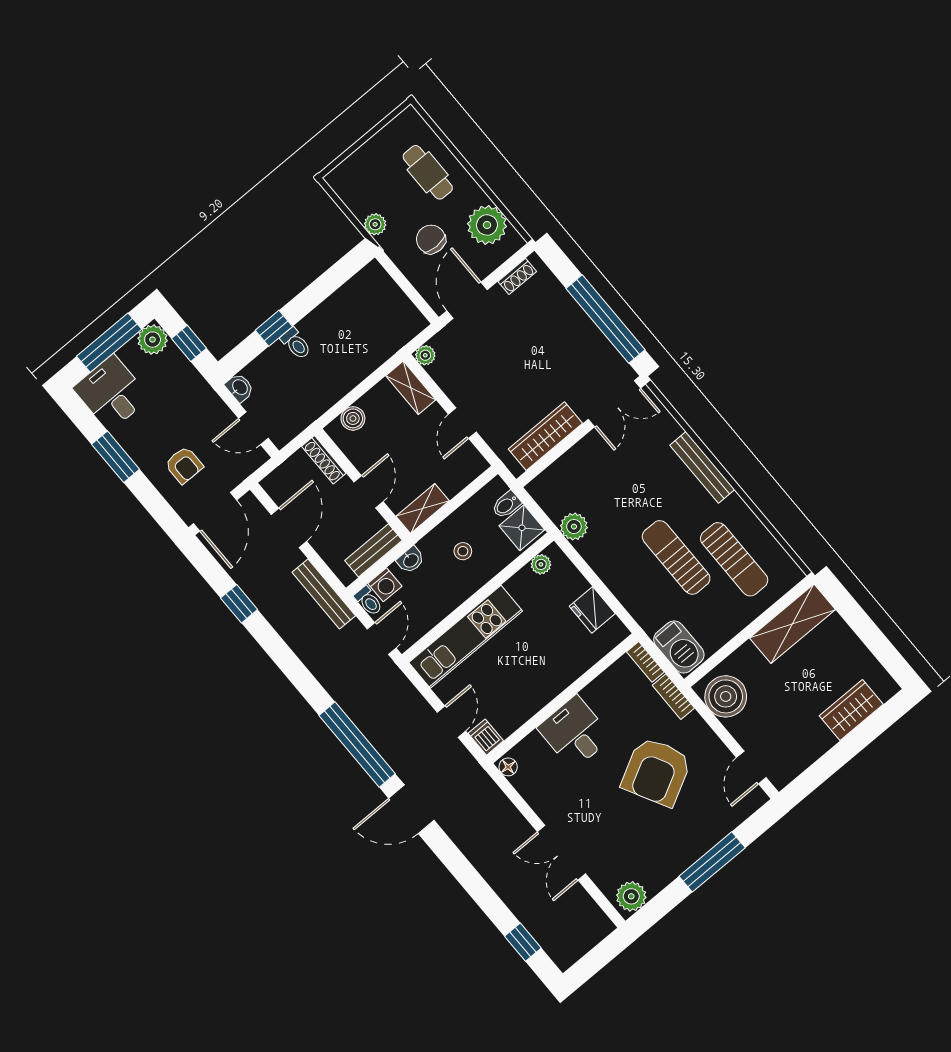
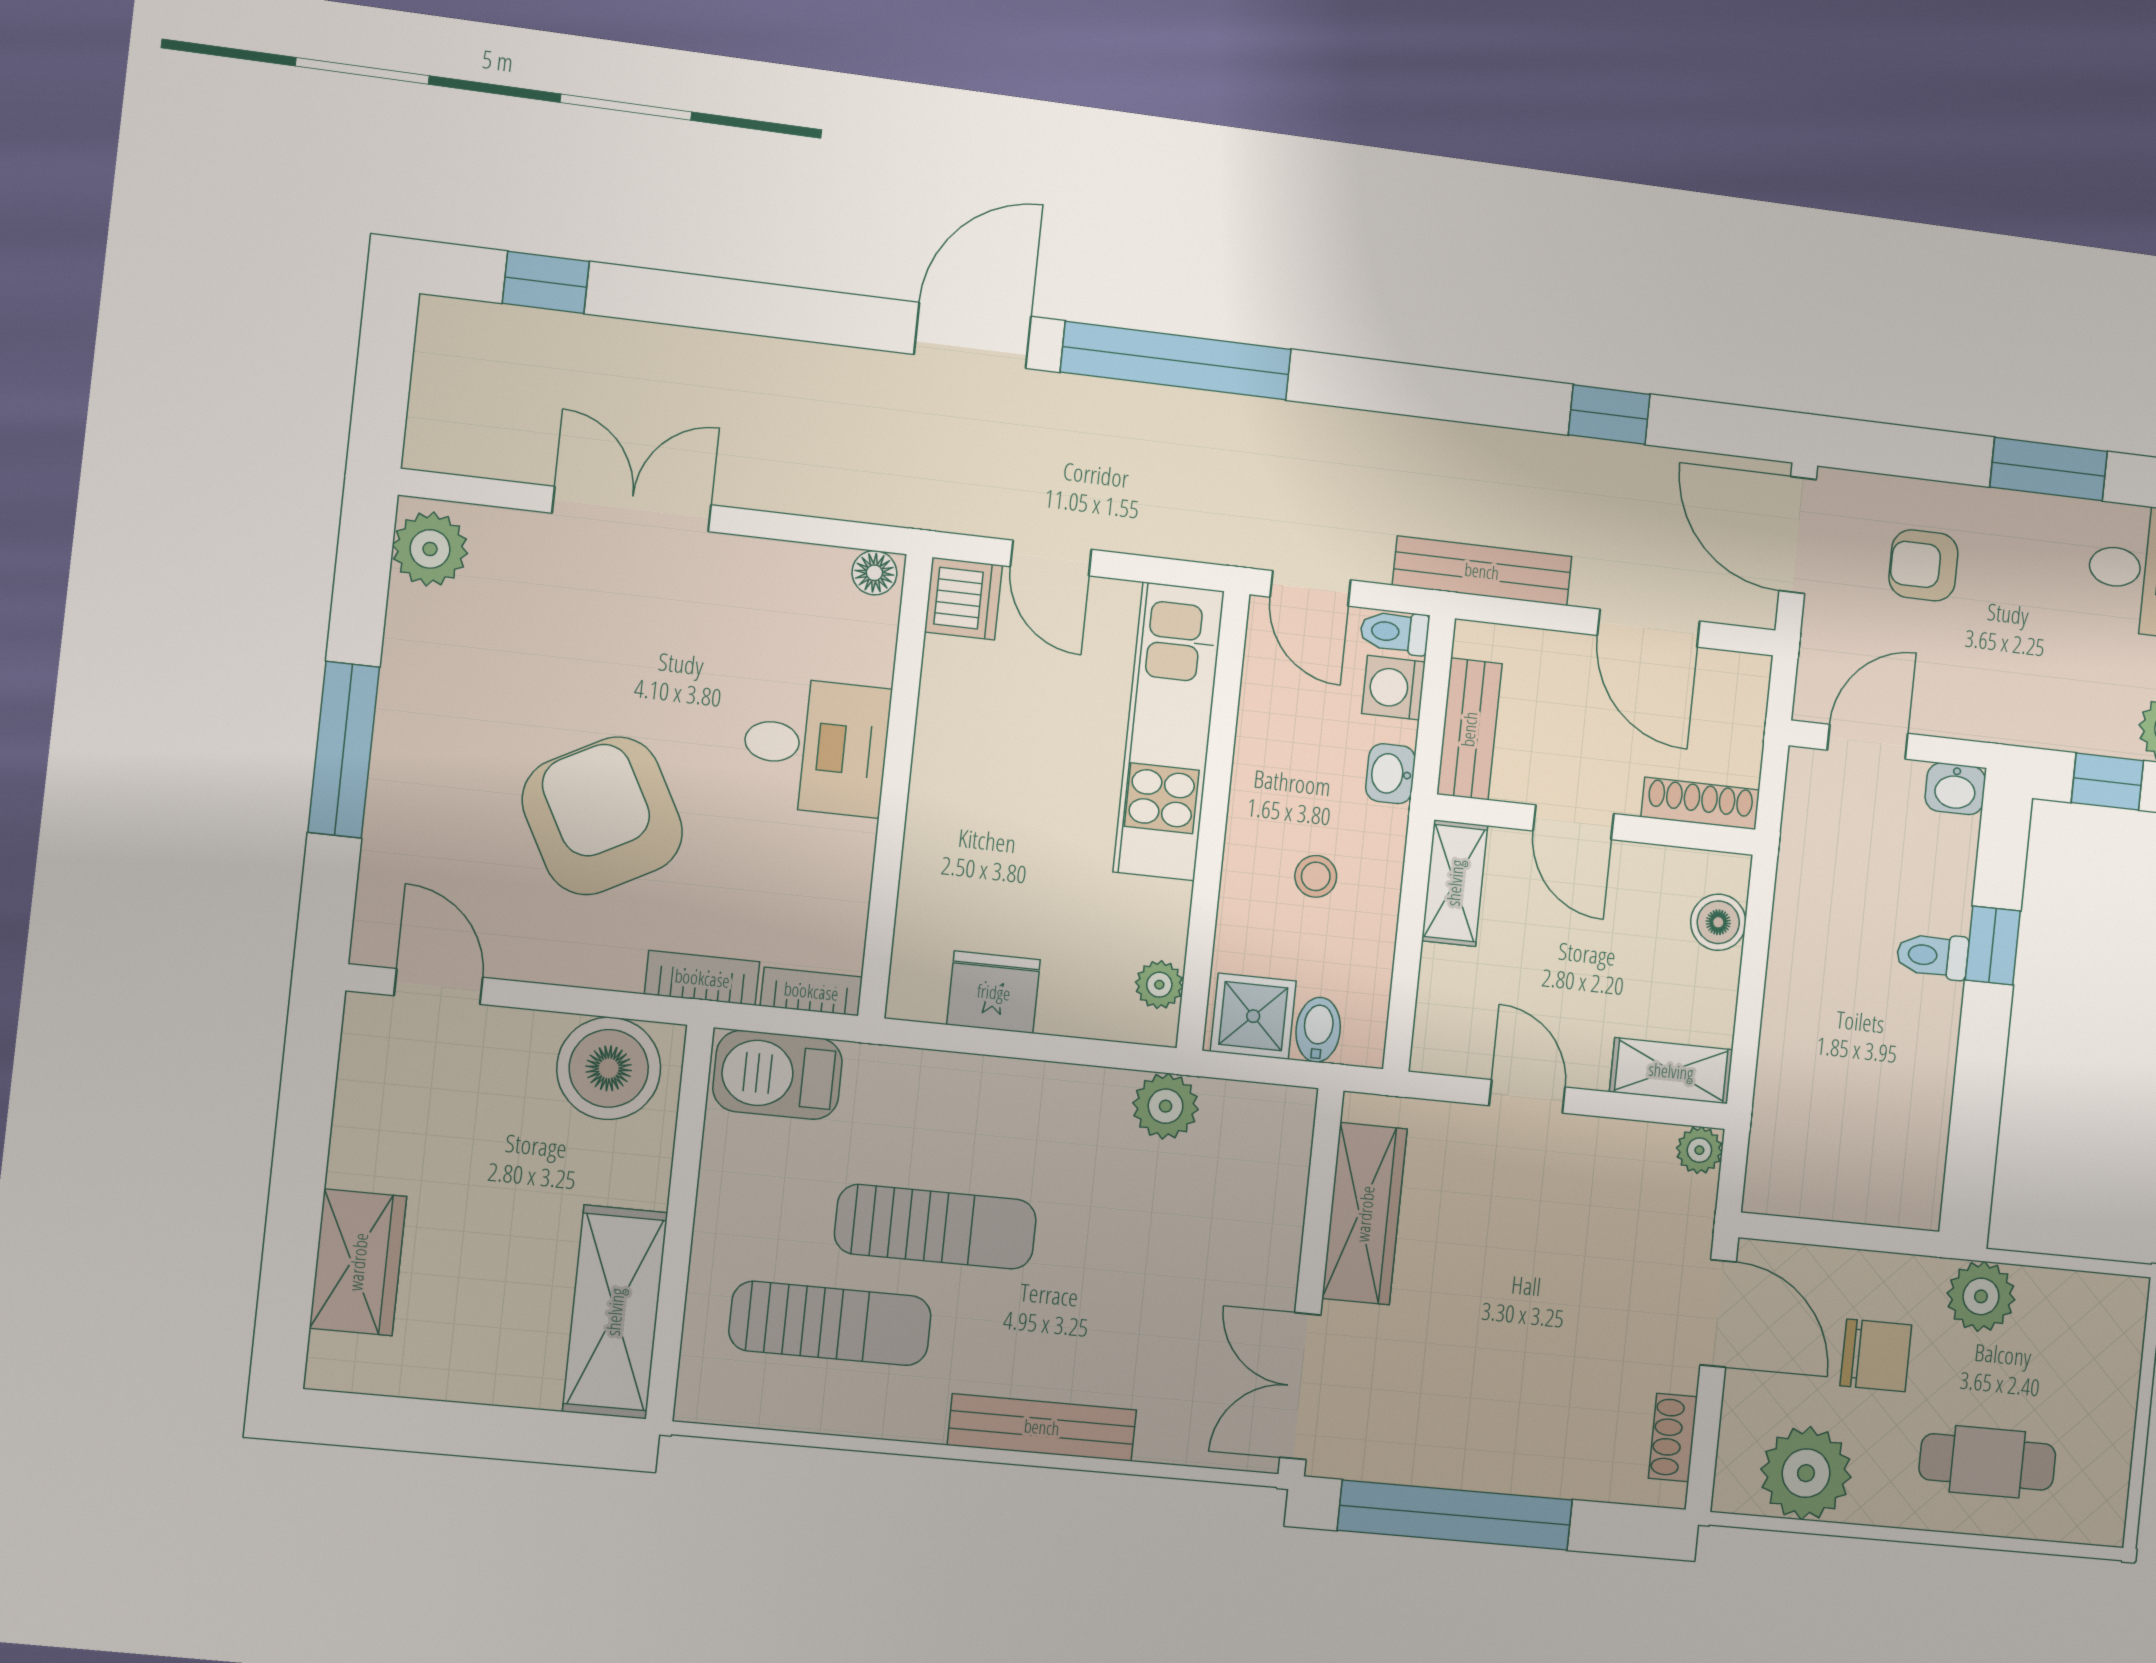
plant: (375, 224) -> (1981, 1296), width x1.38, depth x1.38
sun lounger: (734, 559) -> (830, 1323), turned 180
dishwasher: (486, 737) -> (963, 599), width x1.38

